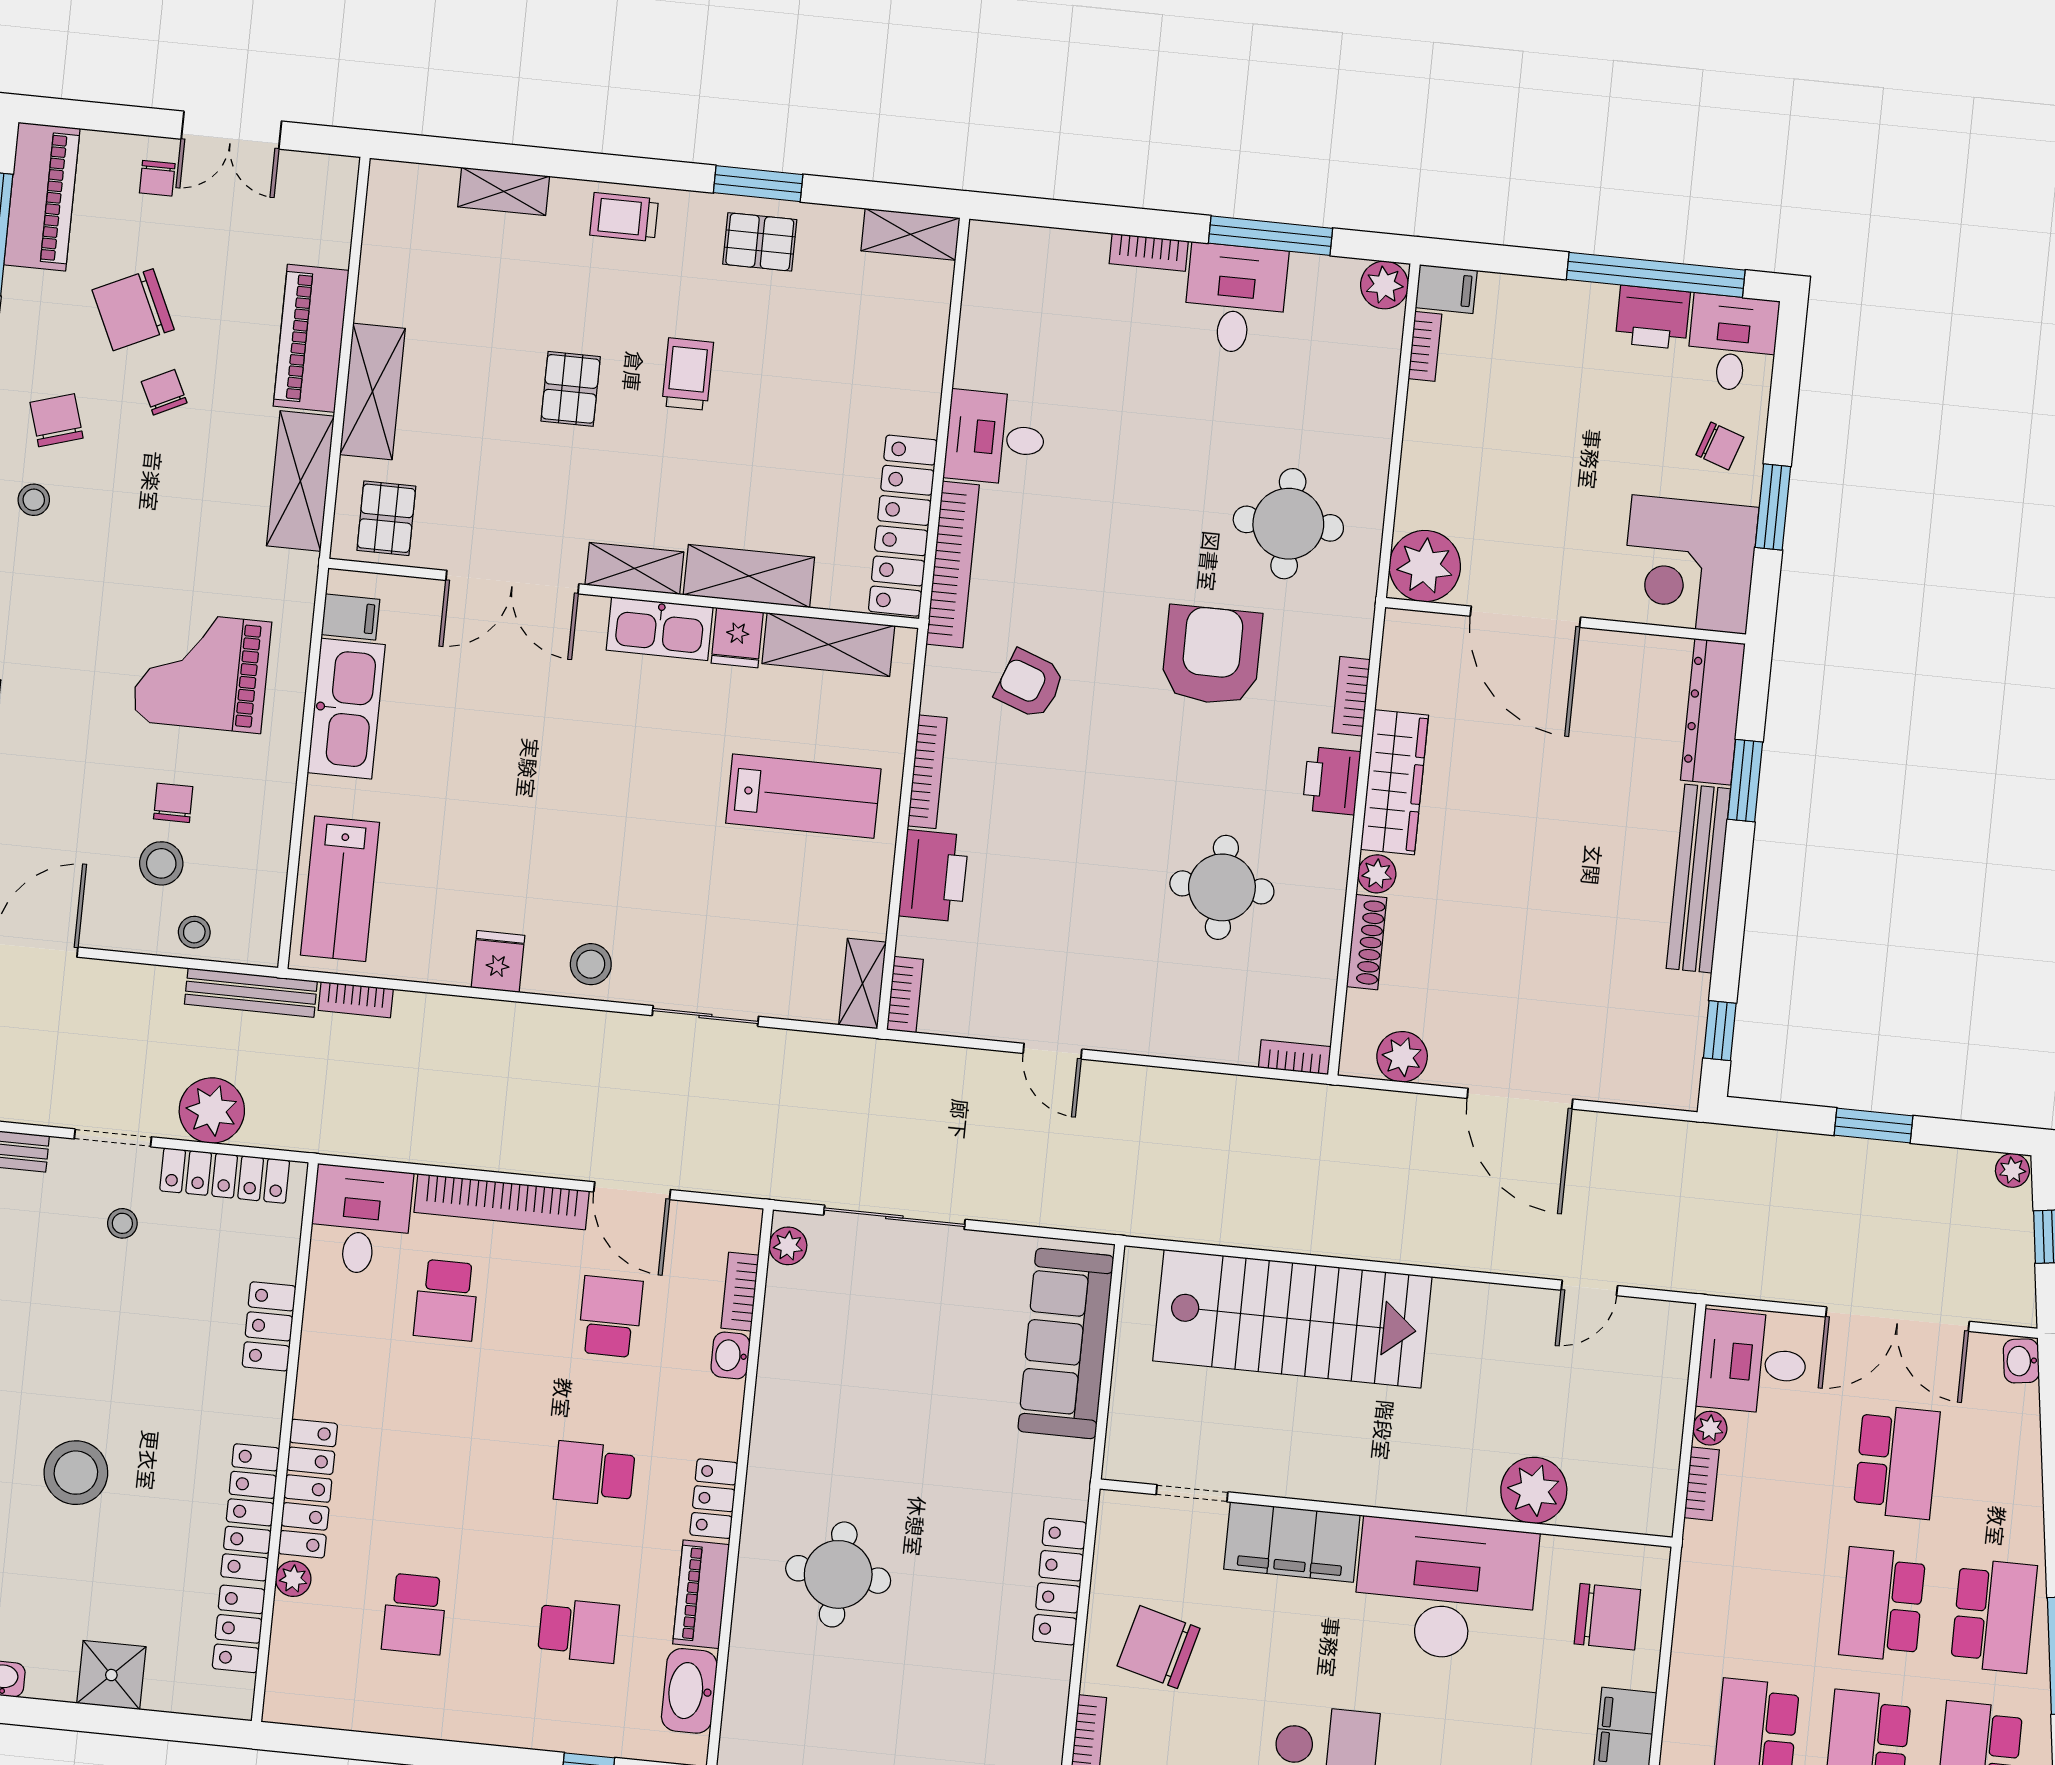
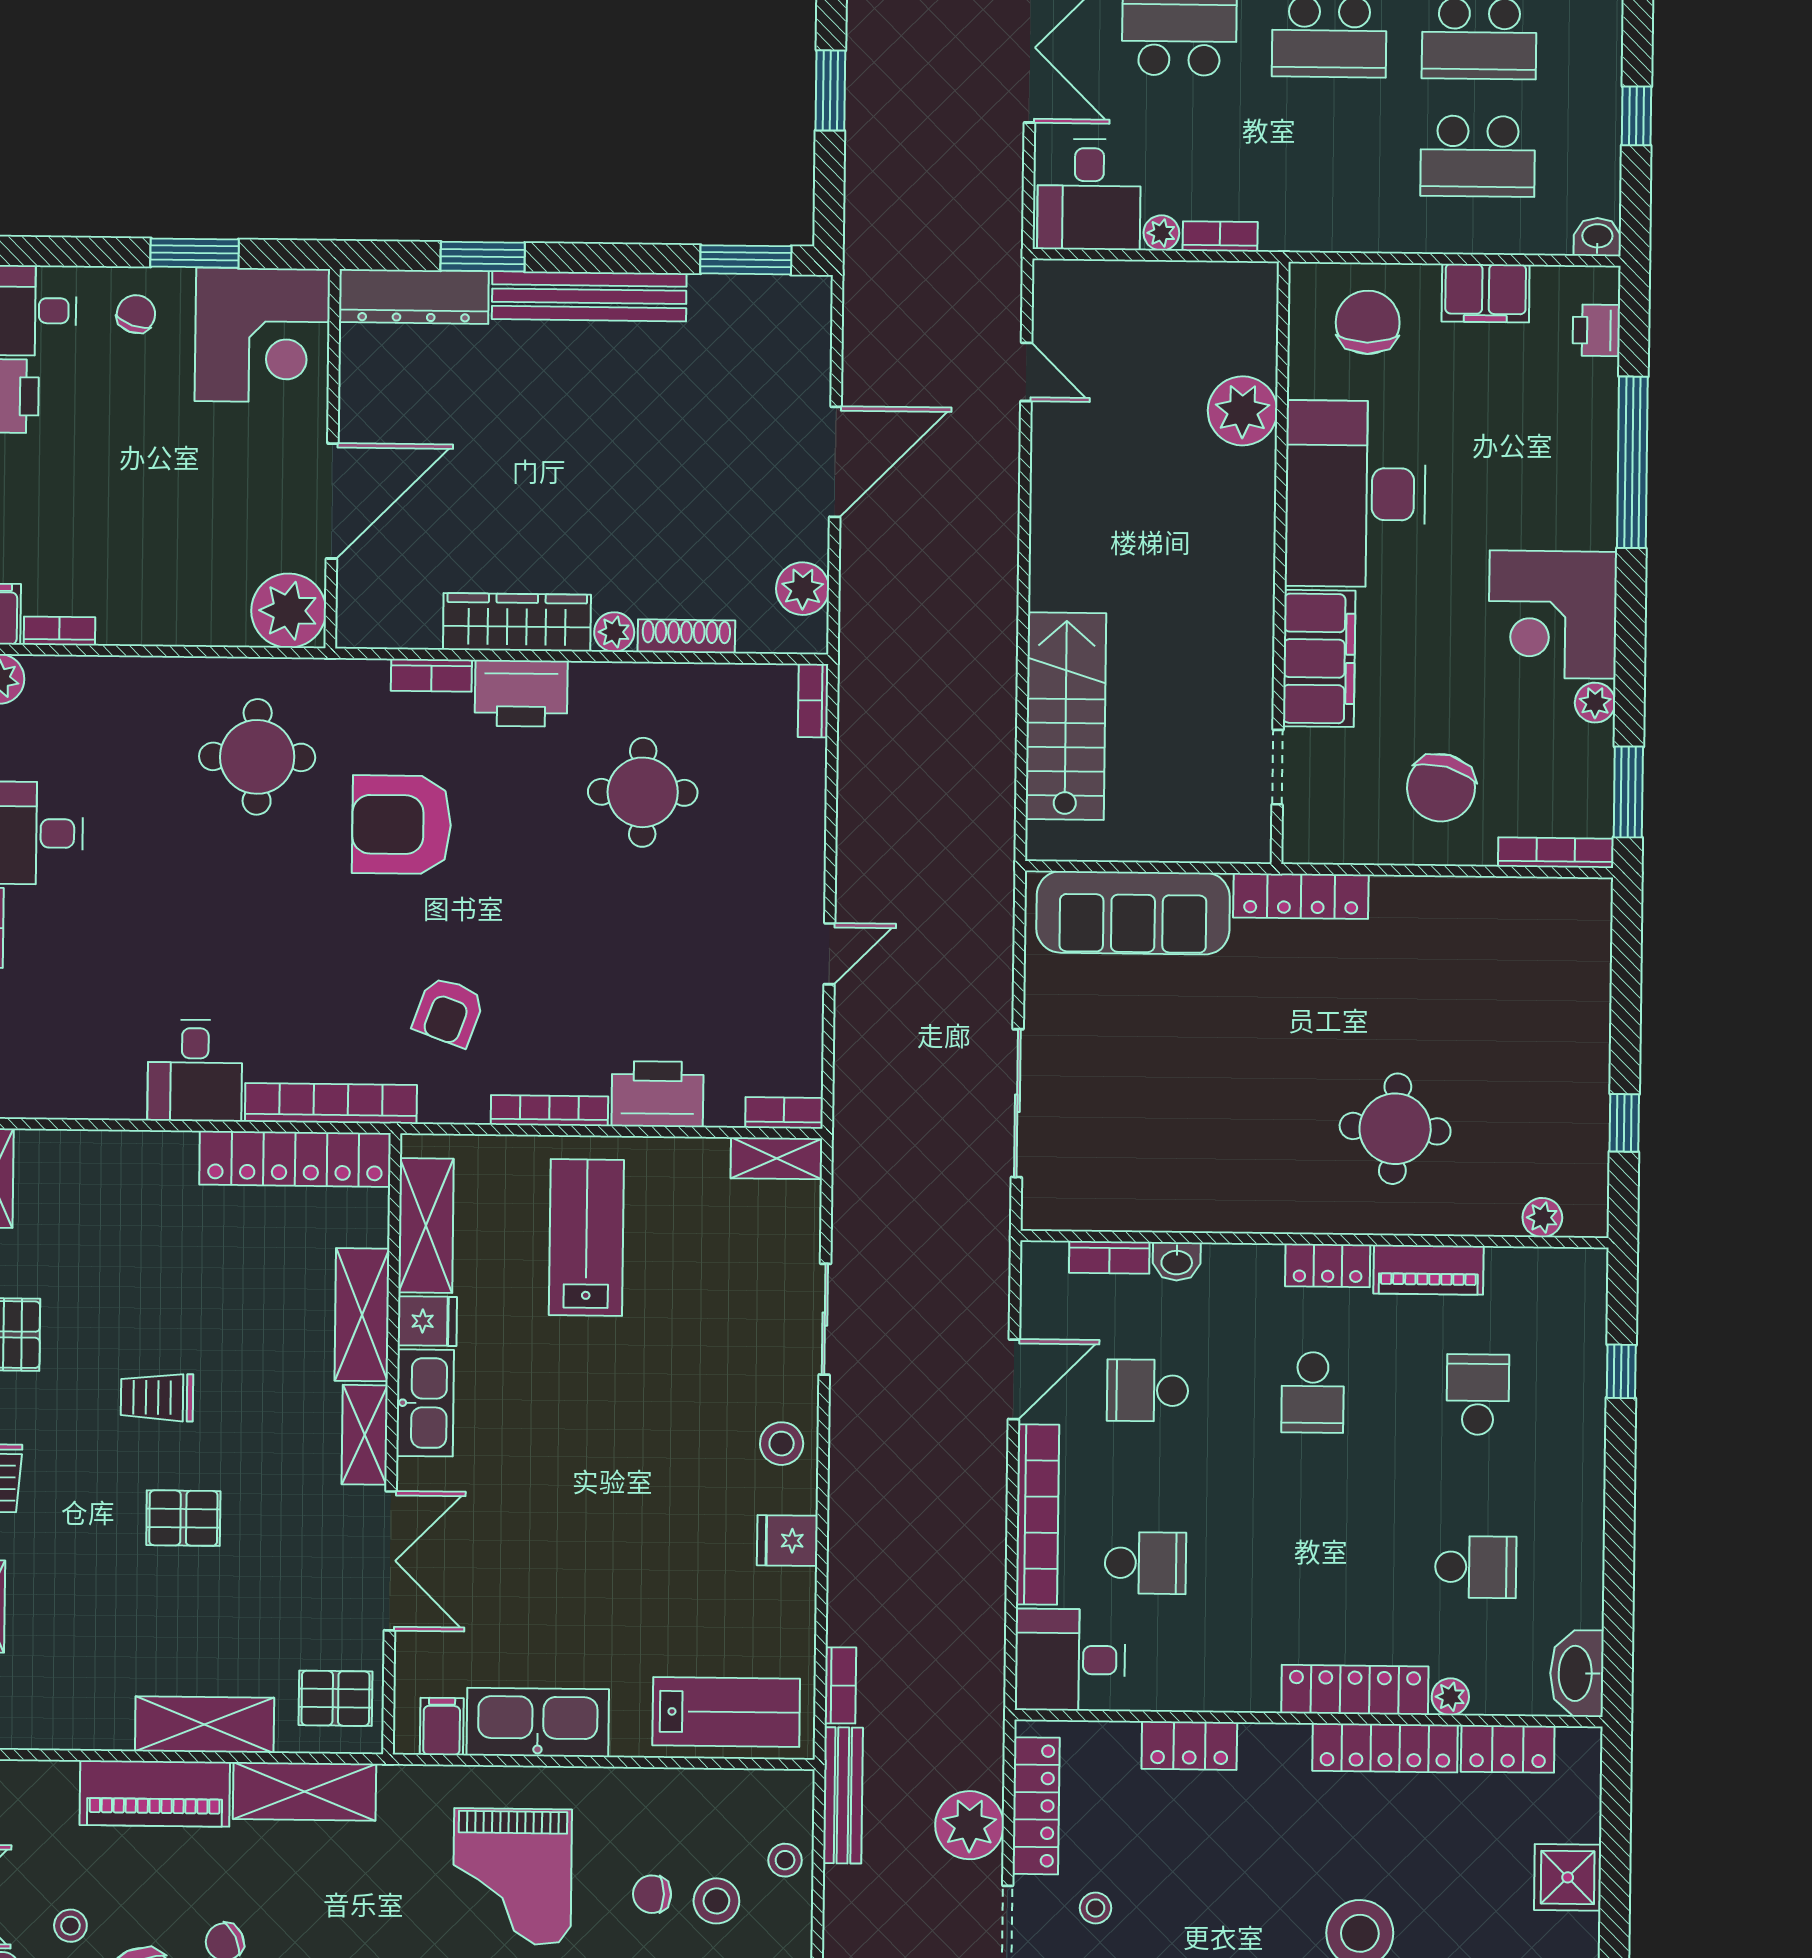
stool: (193, 247) -> (70, 1926), added
printer: (1332, 781) -> (521, 693), width x1.37, depth x1.19
window: (1720, 1031) -> (746, 260), width x1.50
plant: (788, 1246) -> (1542, 1218), moved
stairs: (1292, 1319) -> (1066, 716), width x0.73, depth x0.66
locker: (1060, 1582) -> (1301, 896), moved
washbasin: (689, 1691) -> (1577, 1673), moved, turned 90

